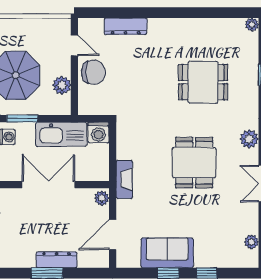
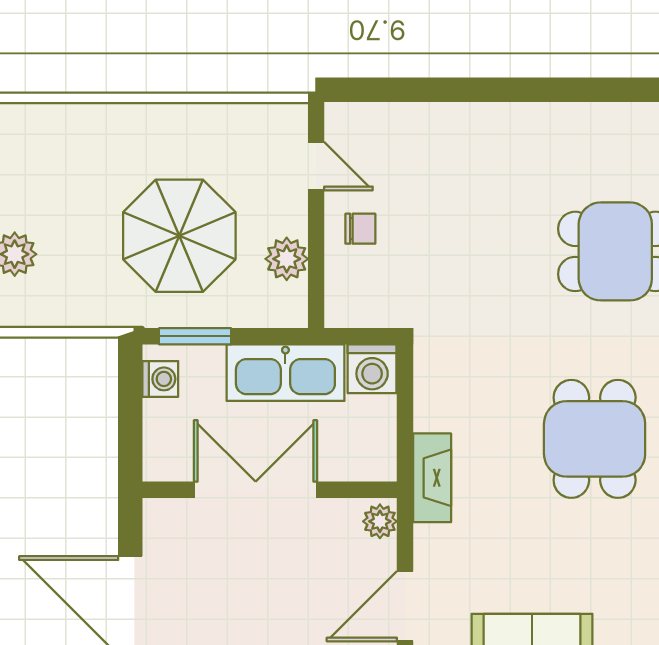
dresser: (126, 26) -> (435, 121), removed
chair: (93, 72) -> (360, 229), width x0.54, depth x0.54

